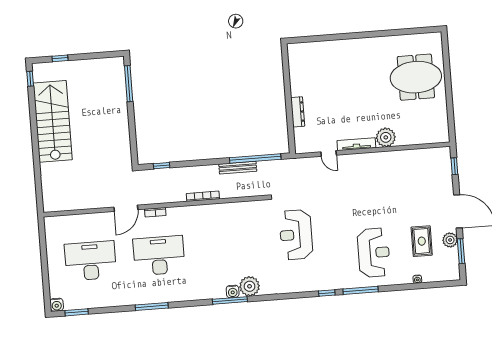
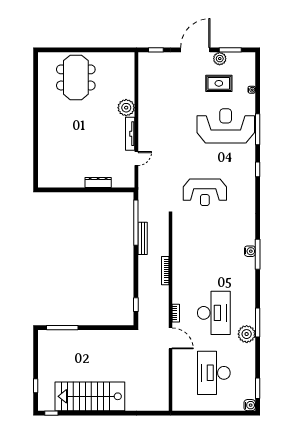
reception desk: (374, 253) -> (226, 126), width x1.36, depth x1.30
desk: (159, 256) -> (214, 313), turned 180
plant: (250, 286) -> (247, 334), moved
window: (361, 290) -> (258, 129), moved

